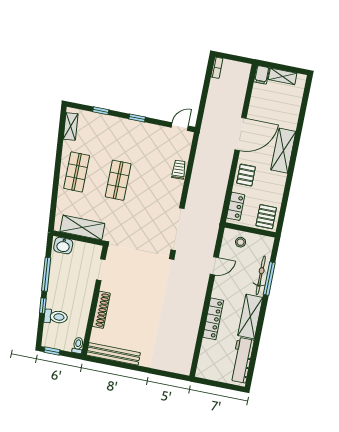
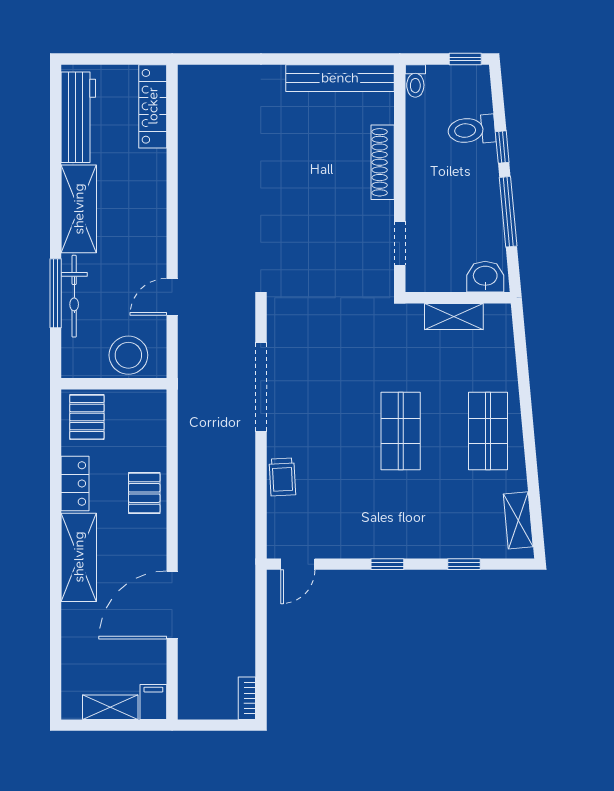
door: (240, 134) -> (172, 605), moved
locker: (236, 206) -> (75, 484), moved, turned 180
shelving: (82, 228) -> (454, 316), width x0.67, depth x0.75
doorway: (178, 229) -> (261, 387), moved
stool: (241, 242) -> (128, 355), width x1.89, depth x1.89
locker: (213, 319) -> (153, 106), moved

